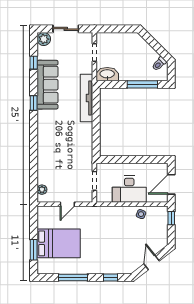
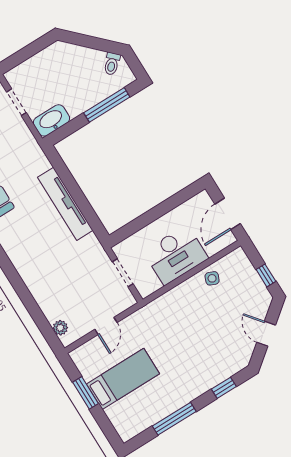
tv unit: (87, 98) -> (65, 204), moved
window: (171, 218) -> (266, 275), moved
bed: (59, 243) -> (123, 379), width x0.67
window: (34, 250) -> (86, 393), moved

